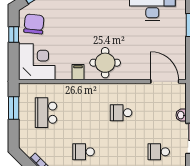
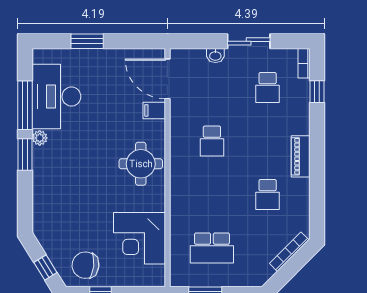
corner desk: (37, 62) -> (139, 238), moved, turned -90
filing cabinet: (78, 72) -> (154, 110), moved
door: (165, 81) -> (167, 79), hinge flipped

